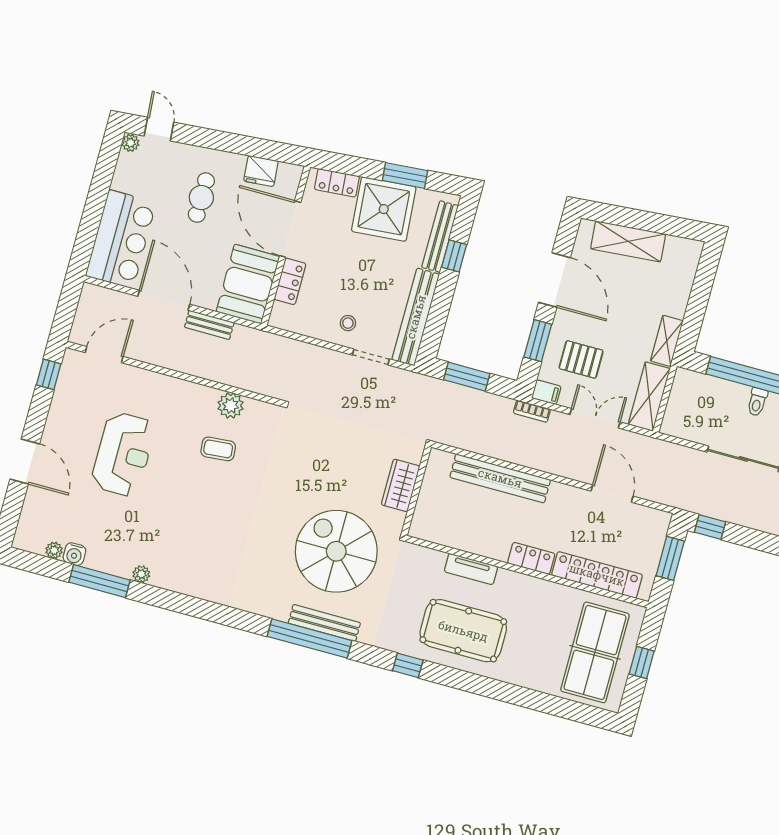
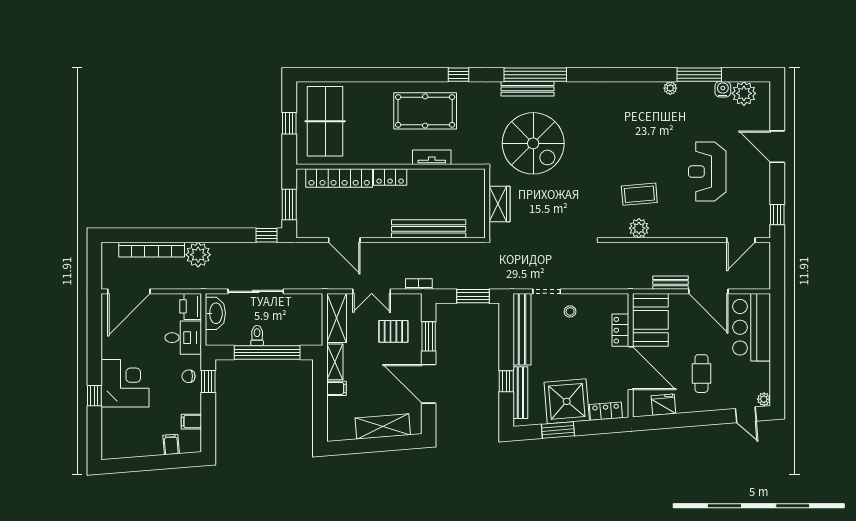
filing cabinet: (546, 392) -> (336, 388), moved, turned 180
coffee table: (218, 449) -> (639, 194), width x1.36, depth x1.30
plant: (54, 550) -> (744, 93), width x1.87, depth x1.87

